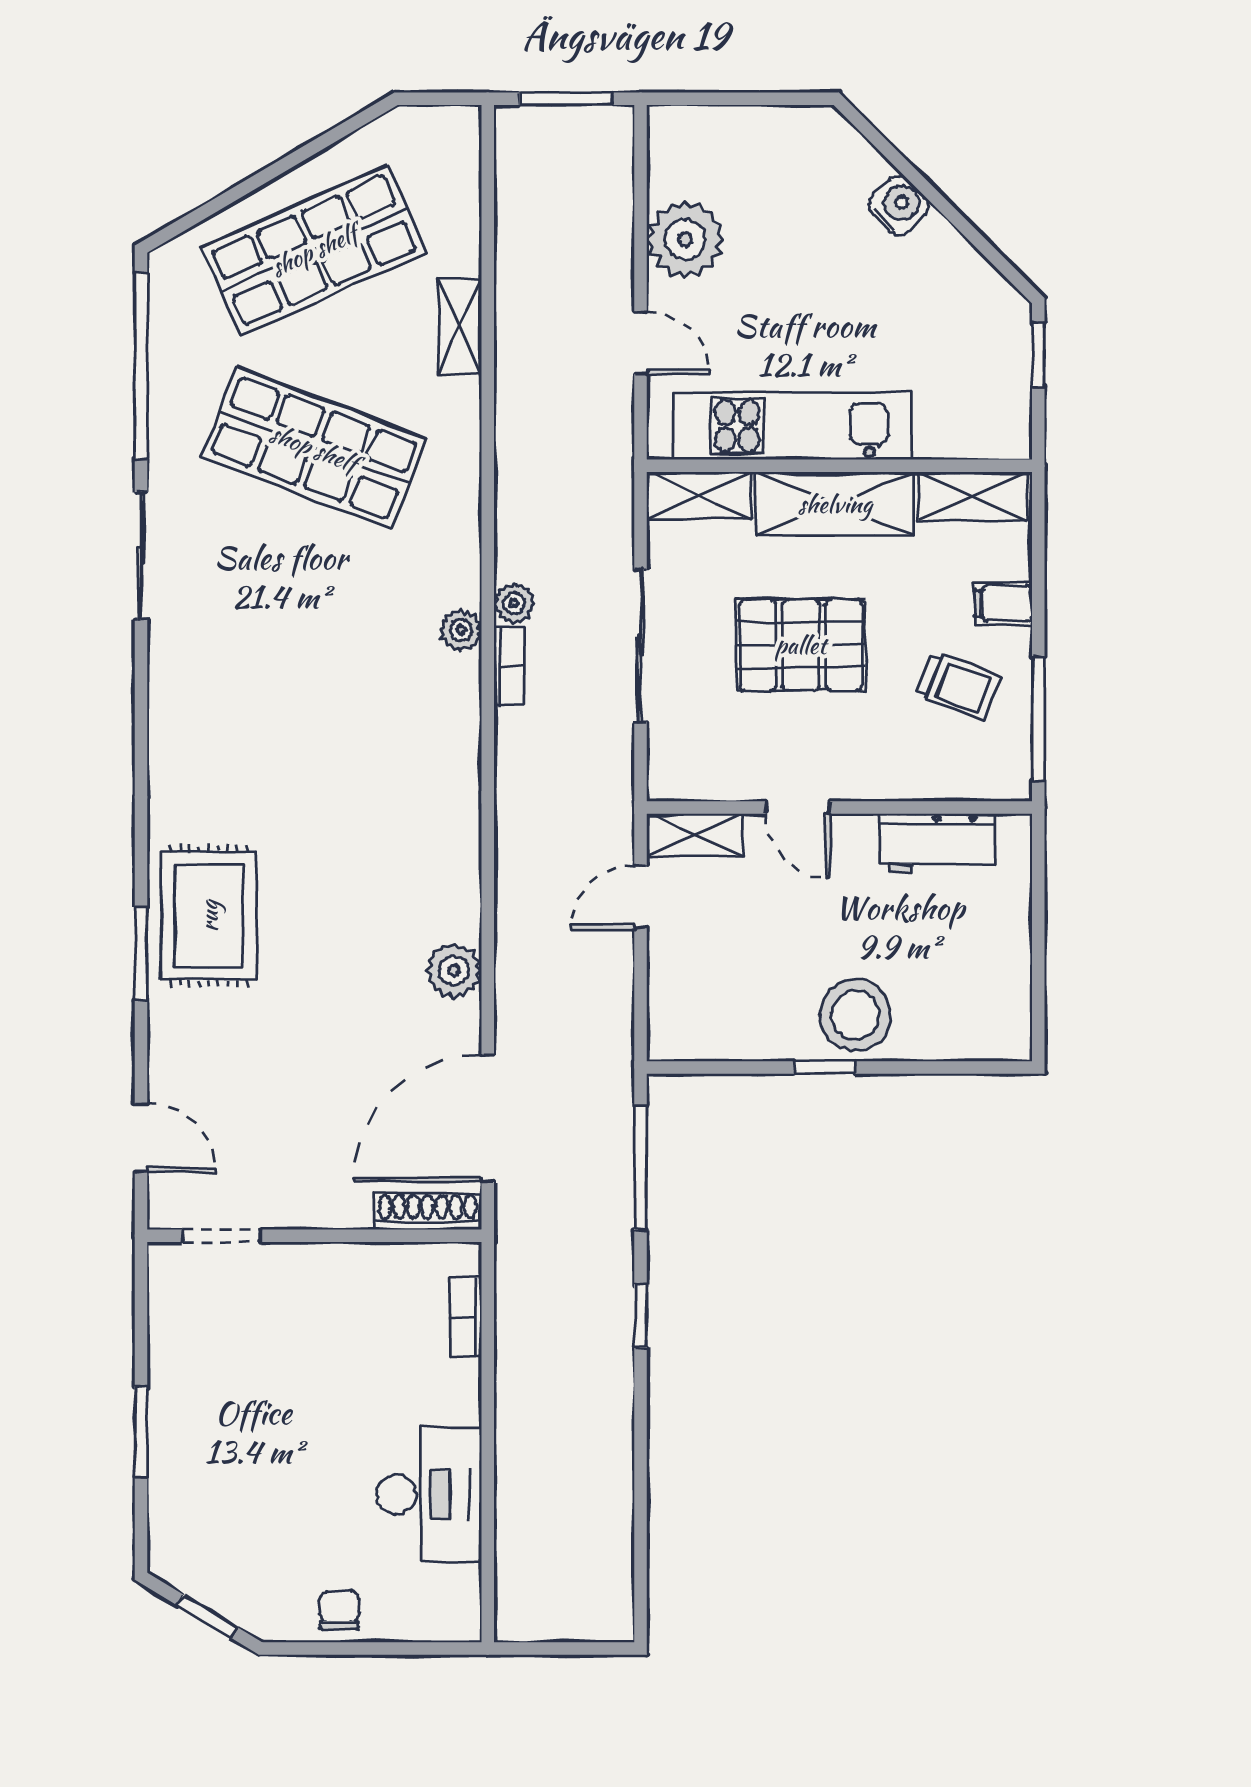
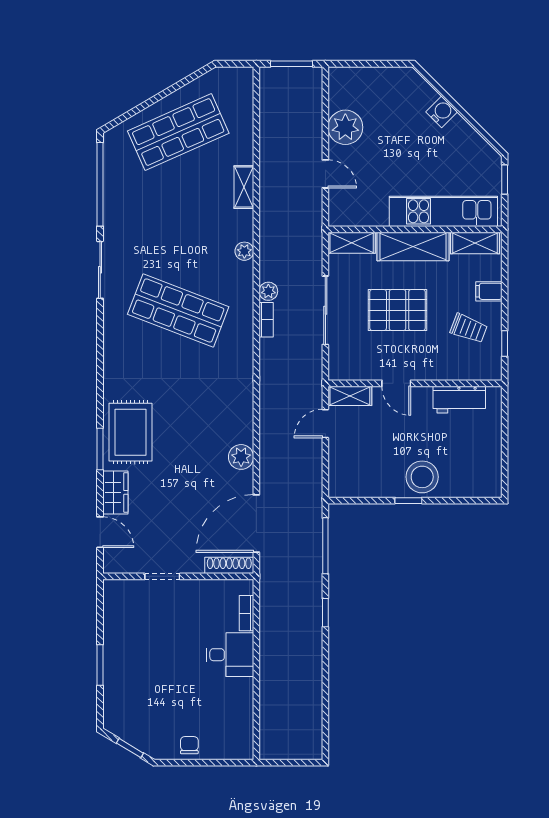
shelving: (460, 327) -> (244, 187), moved
kitchen unit: (792, 426) -> (443, 211), moved
shop shelf: (314, 448) -> (178, 310), moved
plant: (461, 630) -> (244, 251), moved
window: (1038, 719) -> (505, 344), width x0.46
wardrobe: (175, 1049) -> (115, 492), added
doorway: (221, 1236) -> (162, 576), moved
desk: (429, 1494) -> (230, 655), moved, width x0.73

